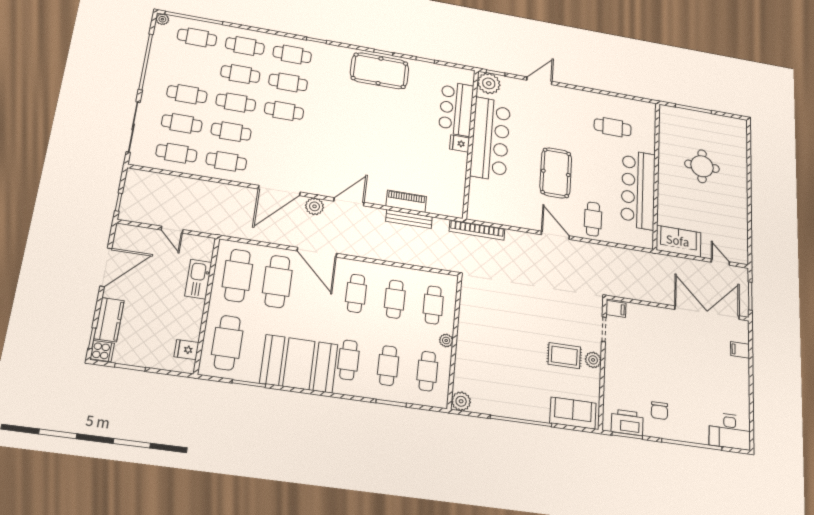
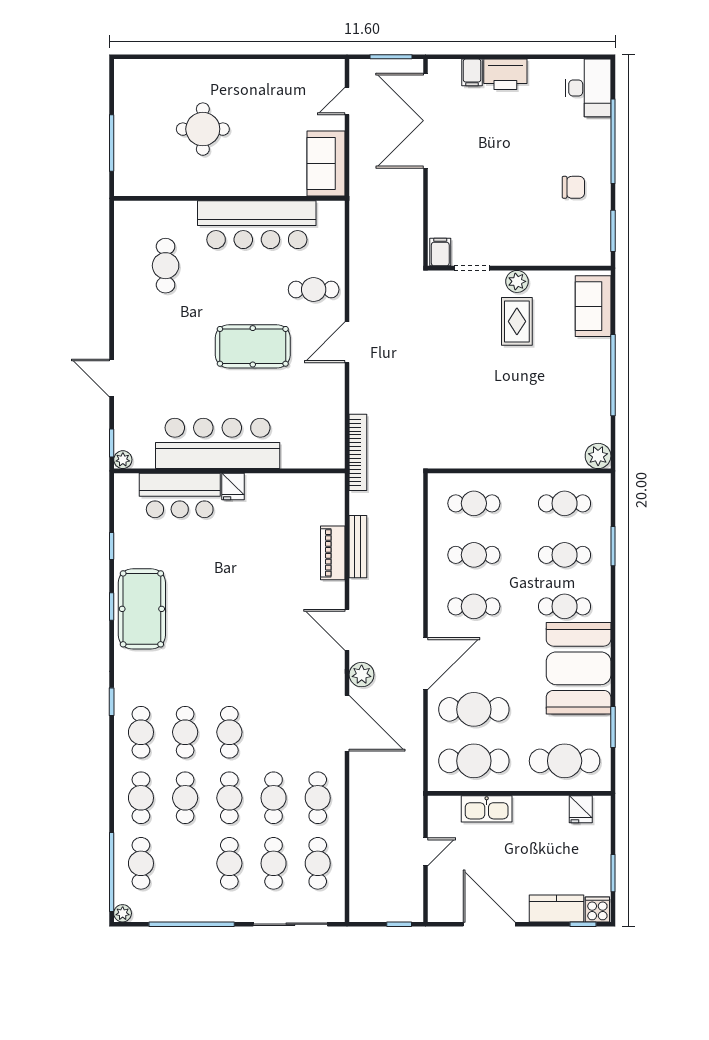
plant: (489, 83) -> (123, 460), width x0.53, depth x0.53
plant: (446, 340) -> (520, 482), removed
printer: (627, 422) -> (505, 74), moved, turned -90

